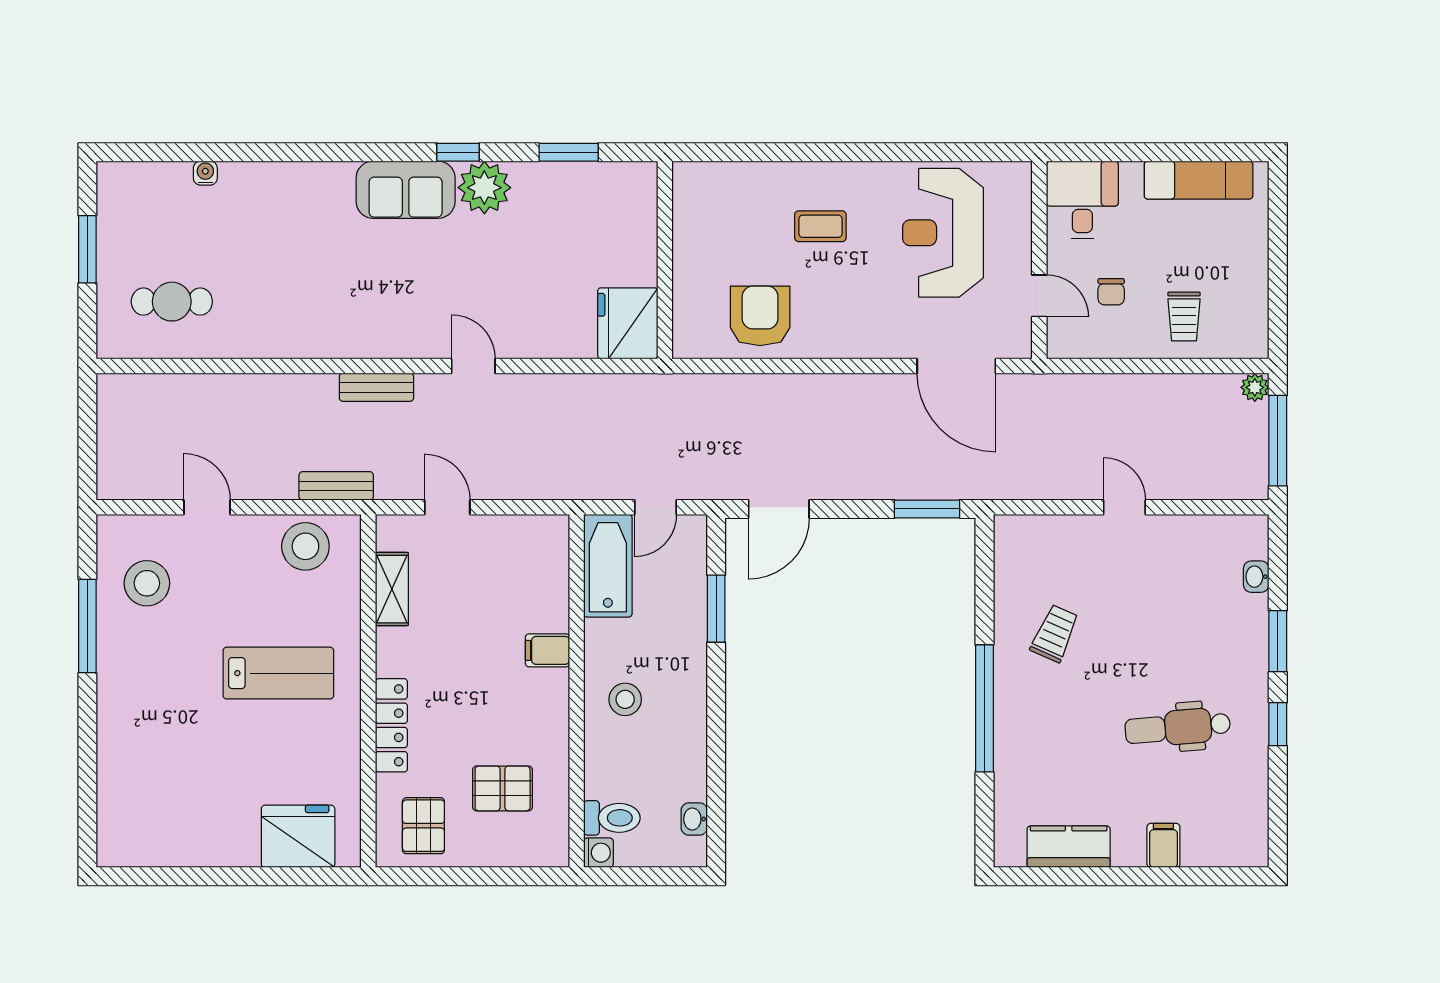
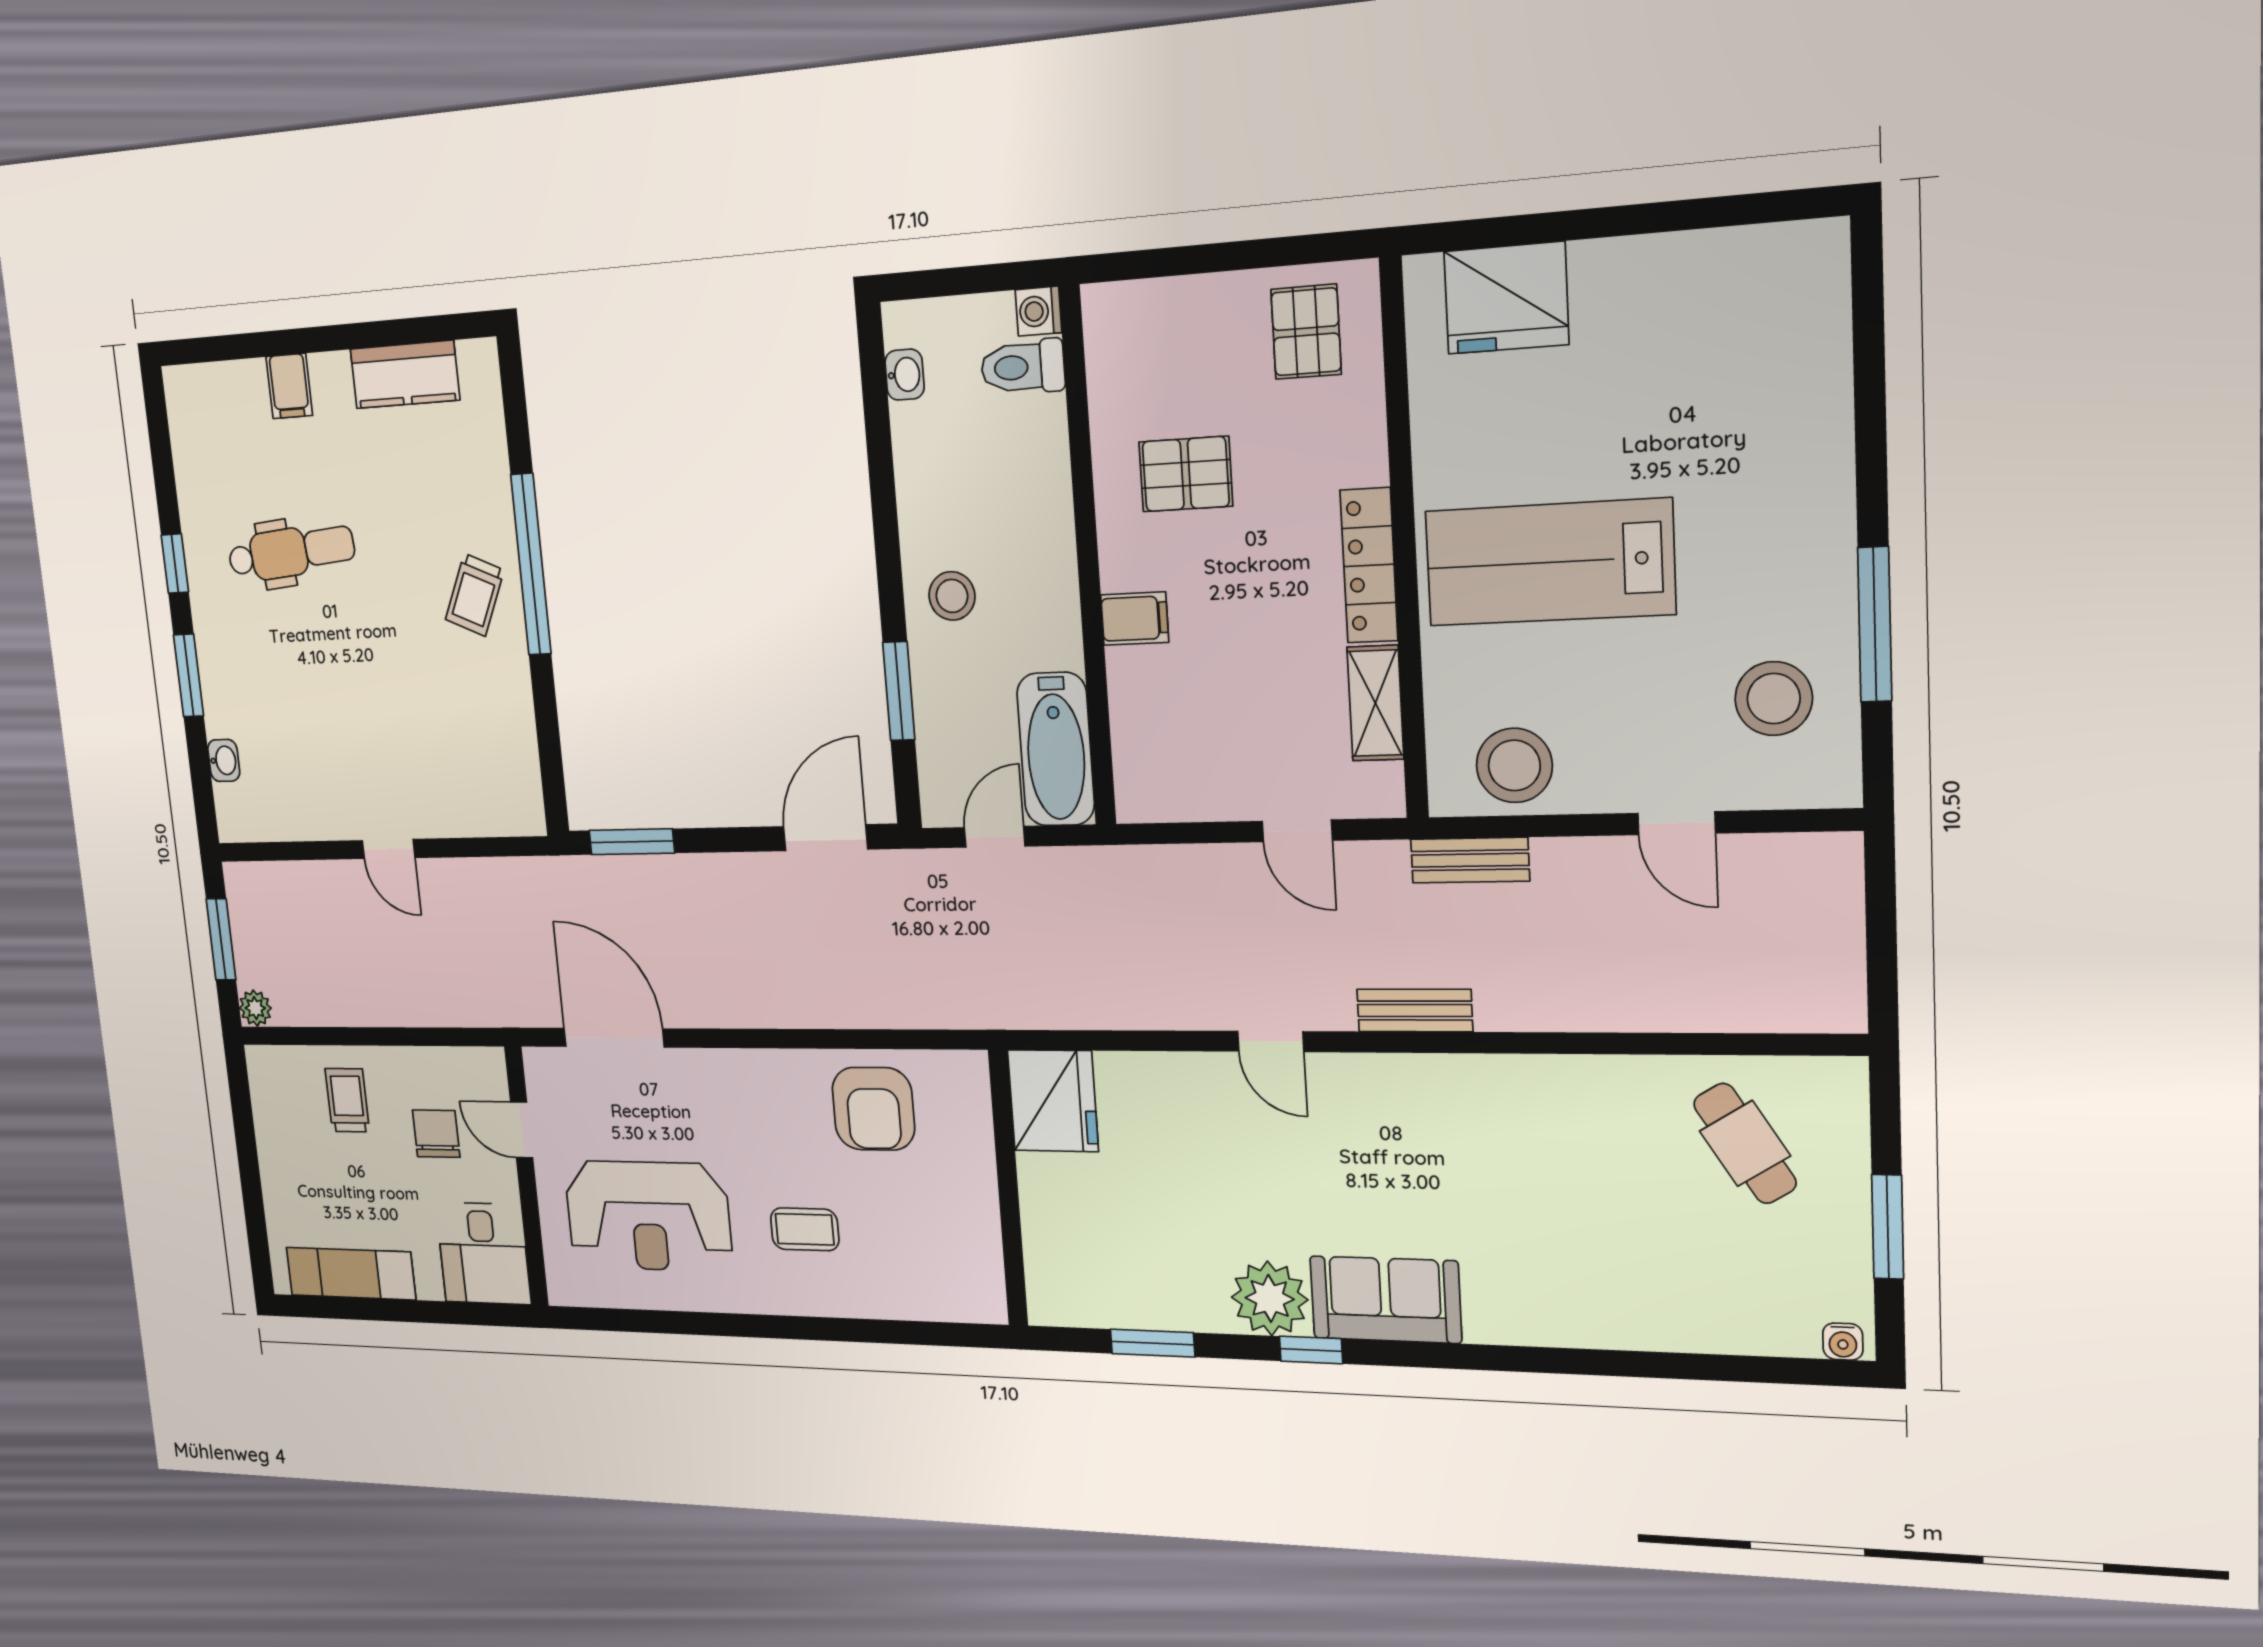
water cooler: (205, 173) -> (1843, 1342), moved
reception desk: (943, 233) -> (648, 1216), turned 90
chair: (1111, 292) -> (436, 1134), width x1.37, depth x1.37
cafe table: (172, 302) -> (1745, 1143), turned 58
window: (1278, 441) -> (221, 939), width x0.69
trolley: (1055, 633) -> (475, 595), moved
lab bench: (278, 673) -> (1550, 562), width x1.36, depth x1.39
stool: (625, 699) -> (952, 596), moved
locker: (391, 725) -> (1369, 565), moved
pallet: (503, 788) -> (1186, 474), moved

